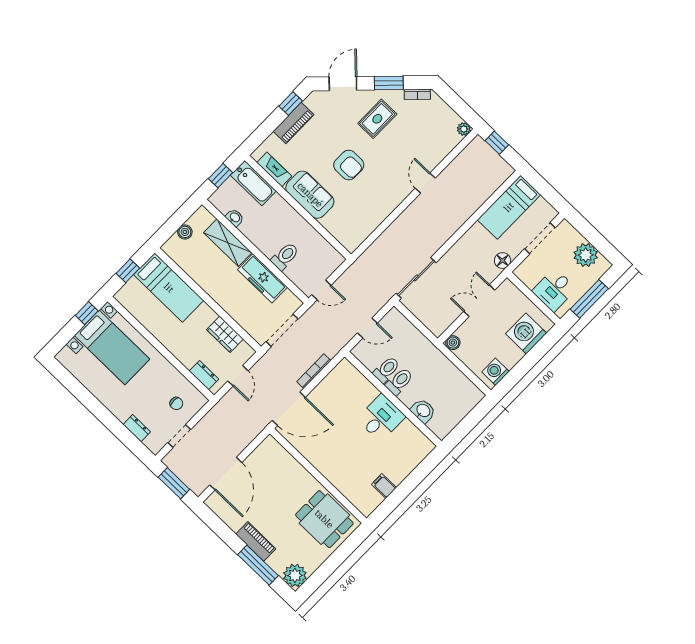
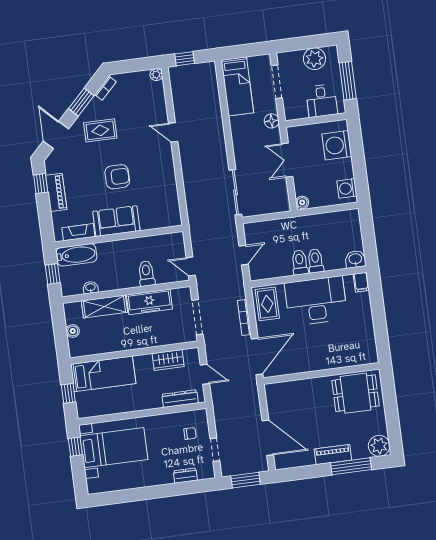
rug: (377, 119) -> (100, 130), turned 90
door: (321, 290) -> (191, 266), swing flipped
toilet: (386, 370) -> (315, 261), moved
dresser: (204, 375) -> (180, 399), width x1.44
rug: (341, 382) -> (267, 304), added
washbasin: (423, 411) -> (355, 259), moved
desk: (381, 418) -> (316, 301), width x1.87, depth x1.30
filing cabinet: (384, 486) -> (361, 282), moved, turned -90

